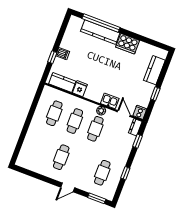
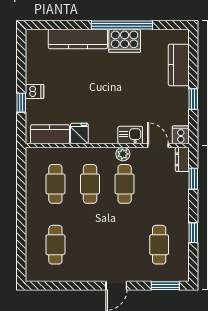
window: (101, 23) -> (122, 25), moved
cafe table: (61, 157) -> (55, 245), moved

